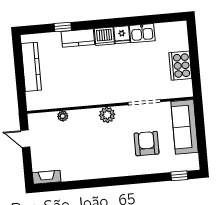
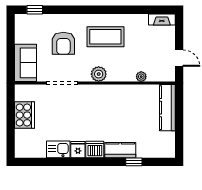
kitchen counter: (31, 67) -> (167, 108), moved
sofa: (185, 127) -> (26, 63), width x0.73
coffee table: (104, 154) -> (105, 37), added

